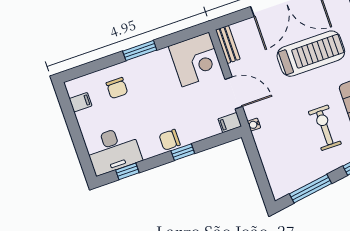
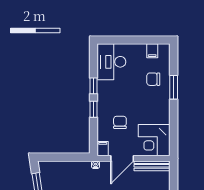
bench: (228, 45) -> (152, 166), width x1.36
window: (140, 51) -> (174, 87), moved
chair: (170, 140) -> (120, 122), moved
window: (127, 171) -> (93, 86), moved

